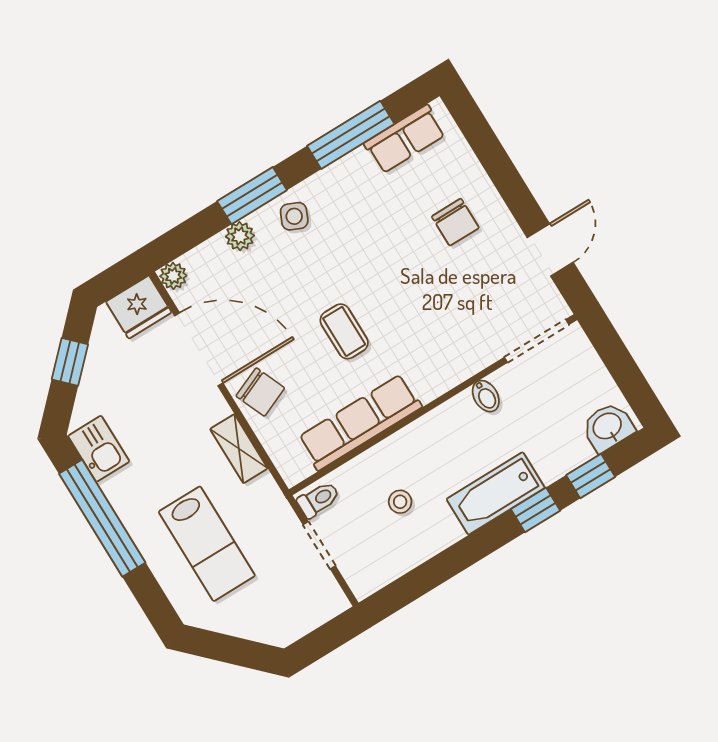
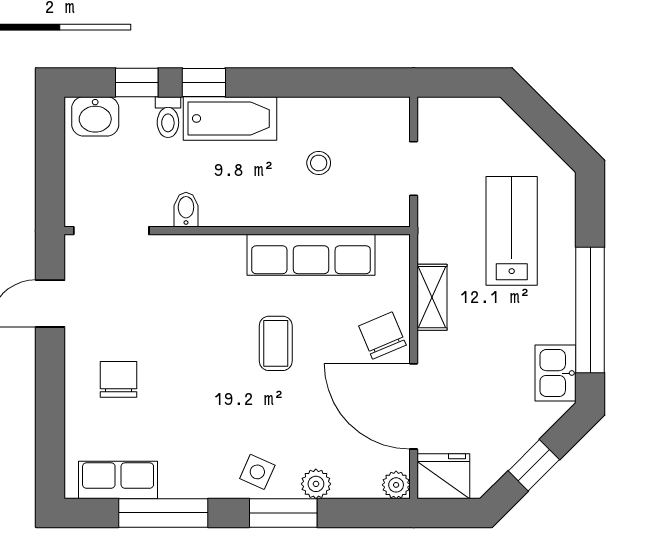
toilet: (318, 499) -> (168, 117), moved, turned -90

